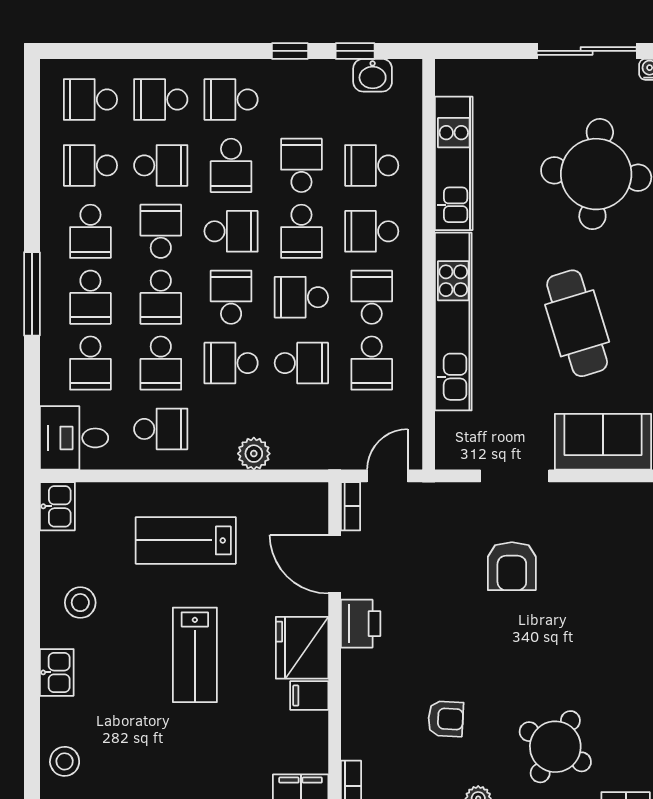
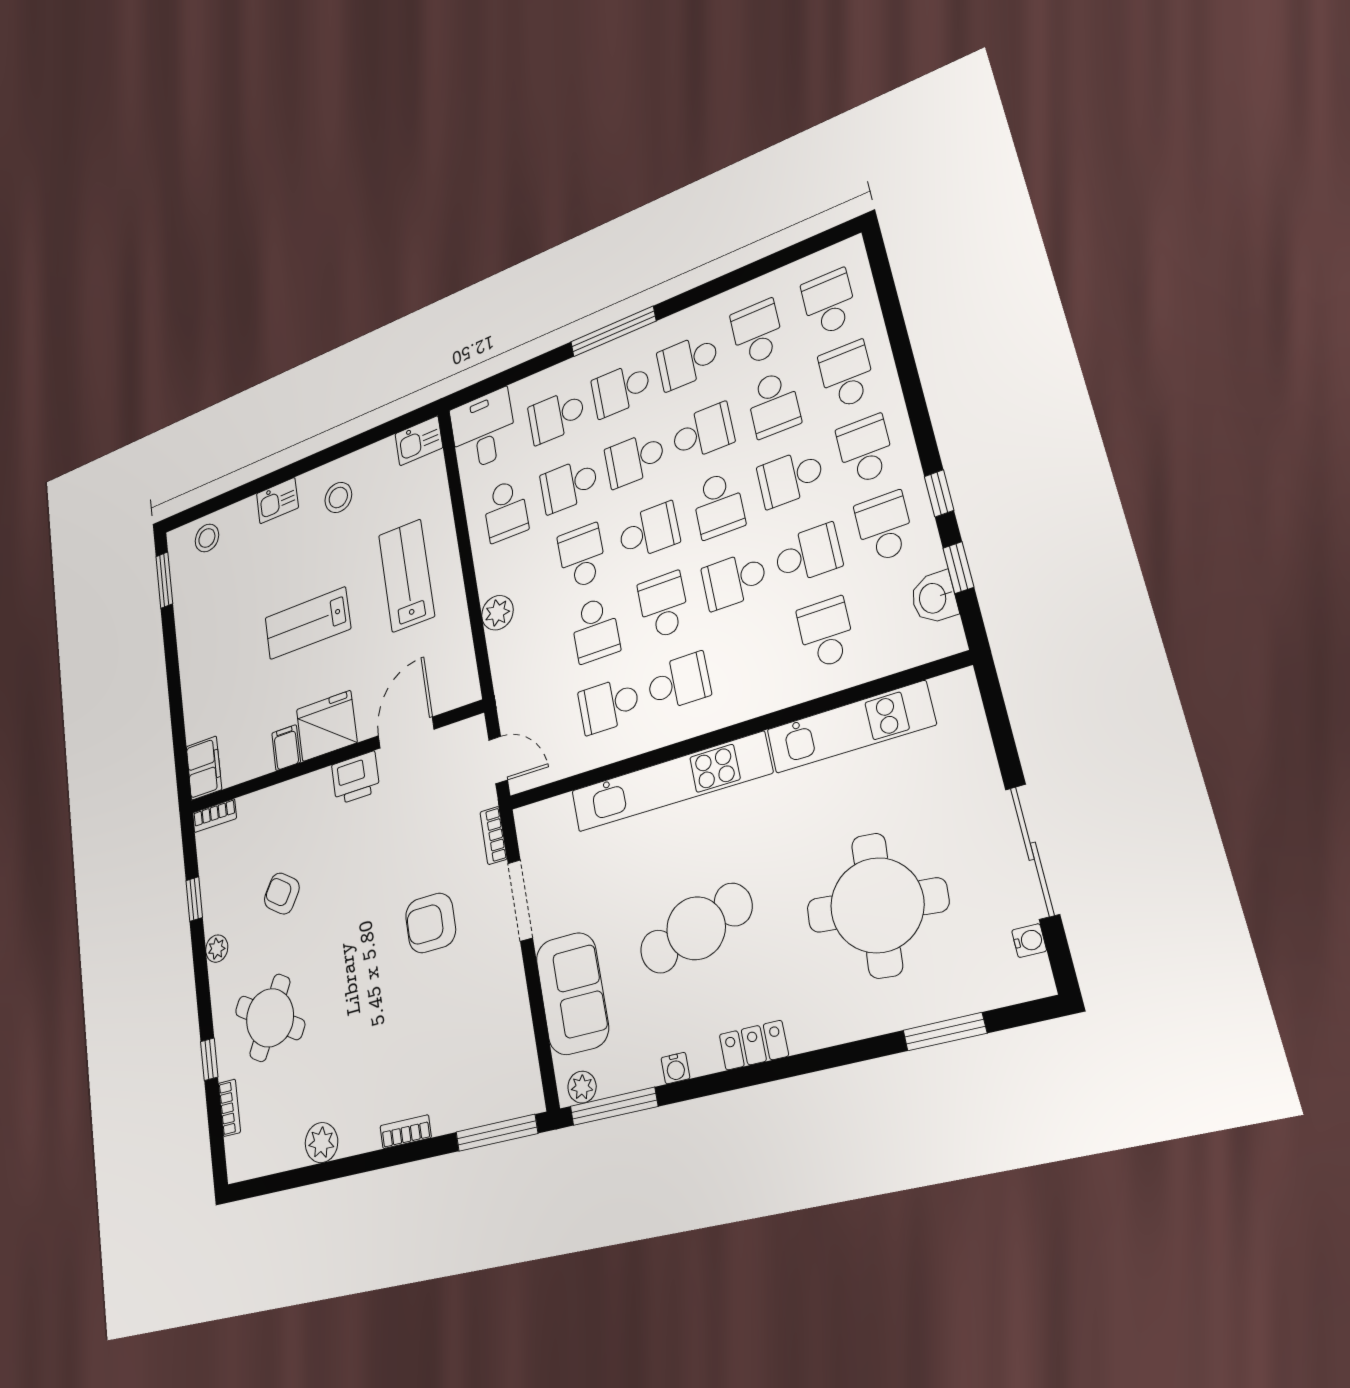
school desk: (372, 231) -> (884, 527), moved
bookcase: (350, 506) -> (493, 835), moved, turned 90
armchair: (446, 719) -> (282, 894), turned 121

